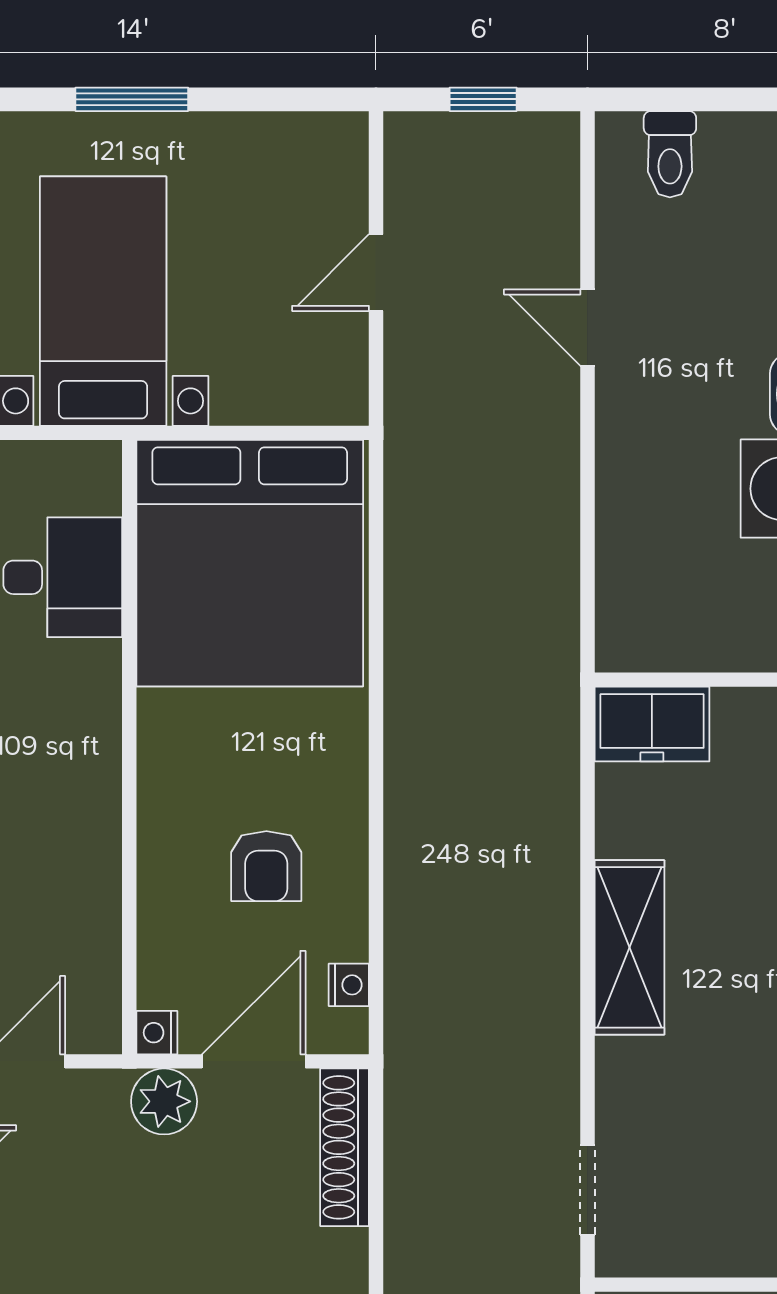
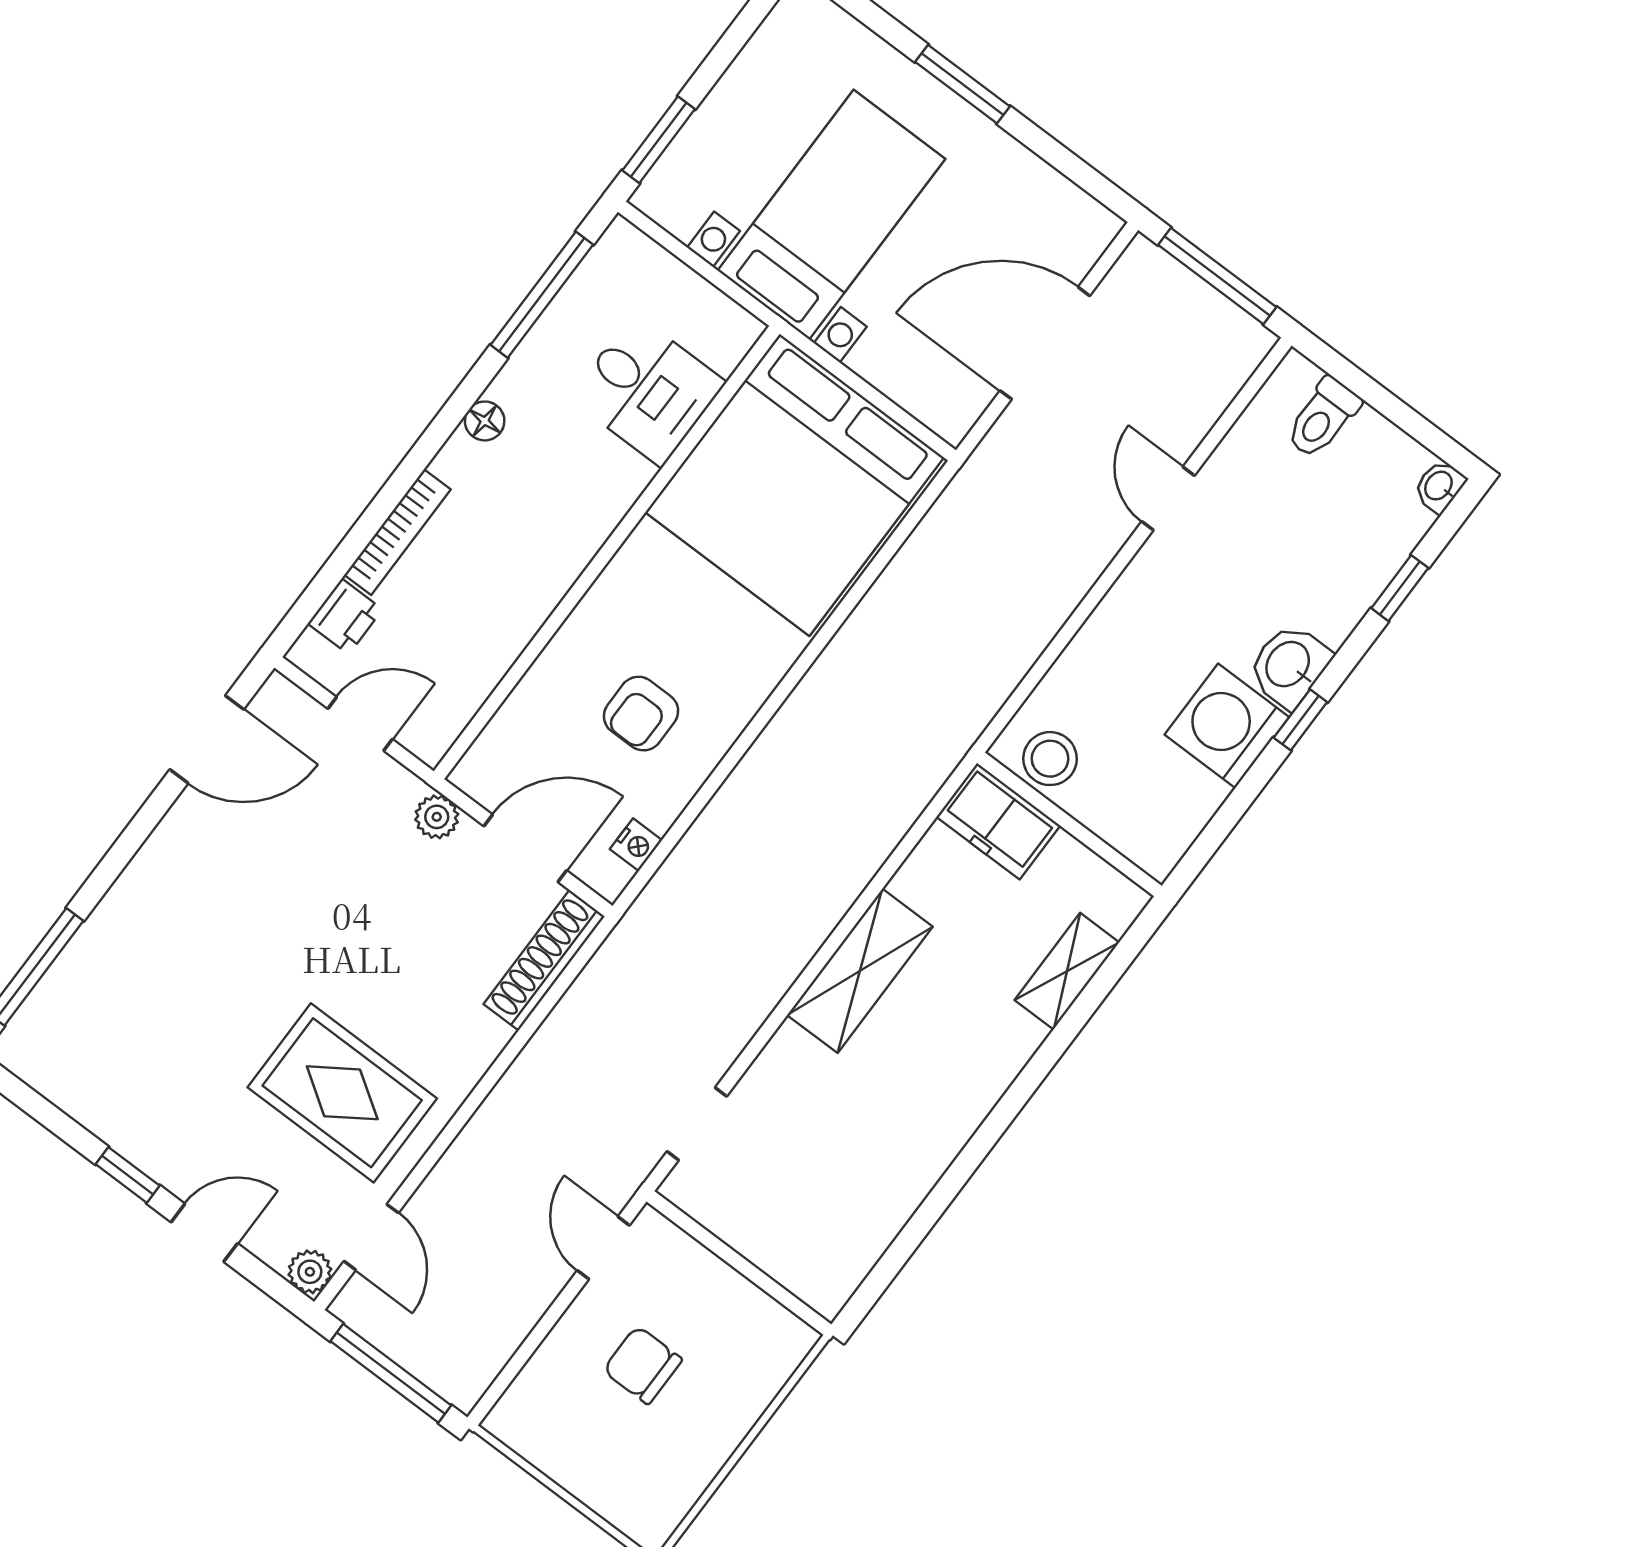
window: (483, 99) -> (1217, 276), width x2.17
door: (376, 273) -> (1045, 343), width x1.88
stool: (656, 635) -> (1050, 759), added
nightstand: (157, 1033) -> (471, 774), removed
plant: (164, 1101) -> (437, 817), width x0.73, depth x0.73

